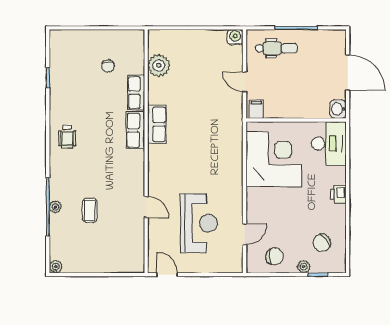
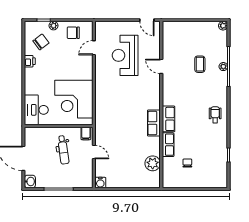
dental chair: (276, 48) -> (63, 150), moved, turned -98
washbasin: (338, 109) -> (30, 181), moved
printer: (338, 194) -> (30, 61), moved

